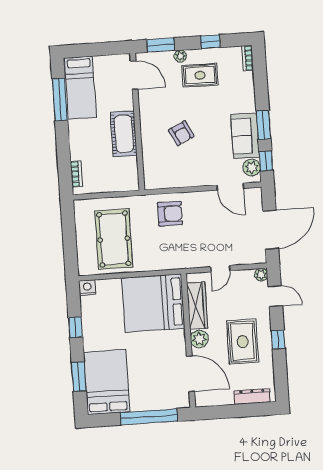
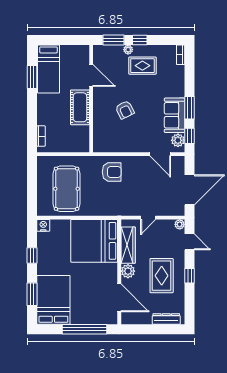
window: (210, 42) -> (140, 40), moved
door: (134, 75) -> (91, 75), moved
window: (60, 99) -> (32, 77), width x0.69

